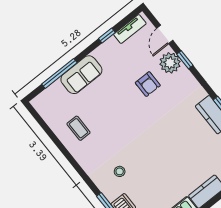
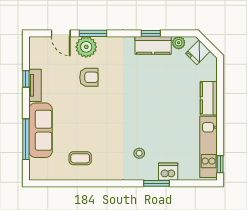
tv unit: (130, 29) -> (35, 85), moved
window: (185, 60) -> (93, 33), width x1.50
sofa: (81, 75) -> (41, 130), width x1.36

